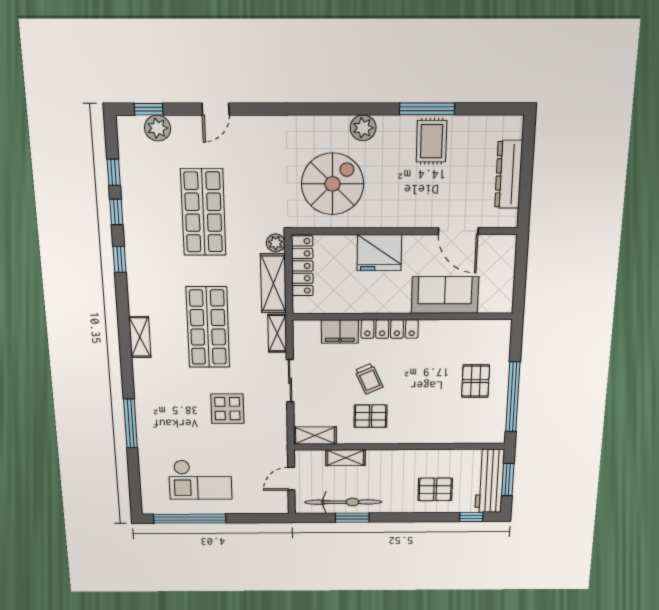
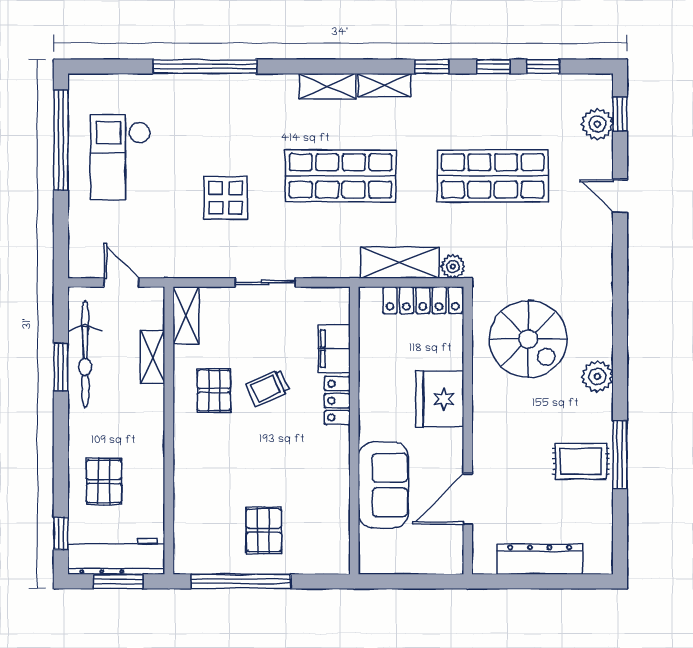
locker: (390, 329) -> (337, 401), width x0.66
shelving: (277, 333) -> (384, 85), moved
pallet: (476, 381) -> (264, 530), turned 90
window: (131, 423) -> (205, 67), width x1.46

